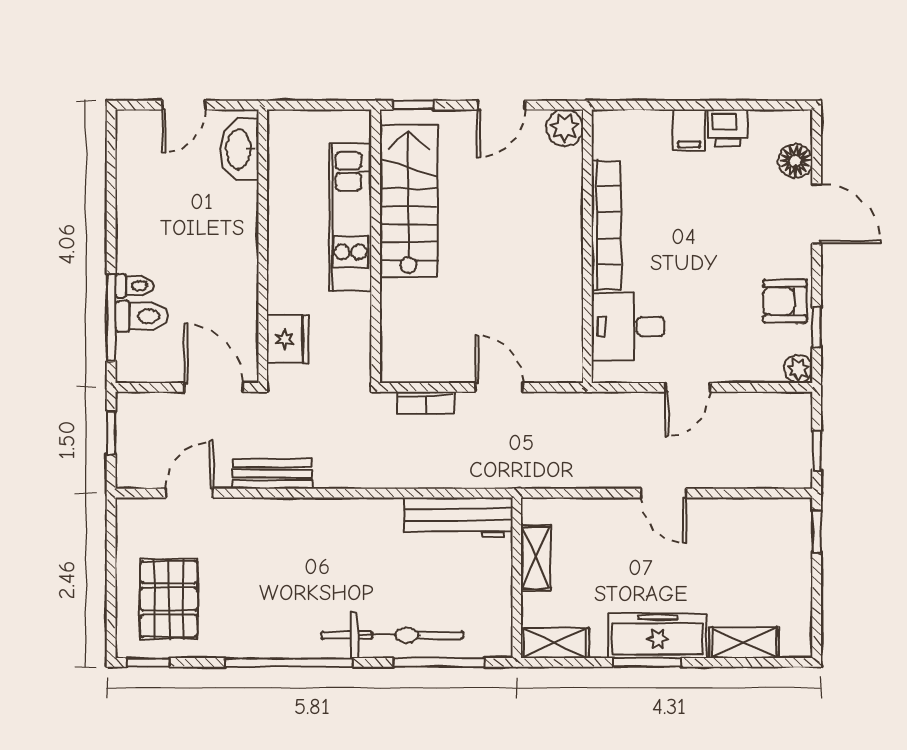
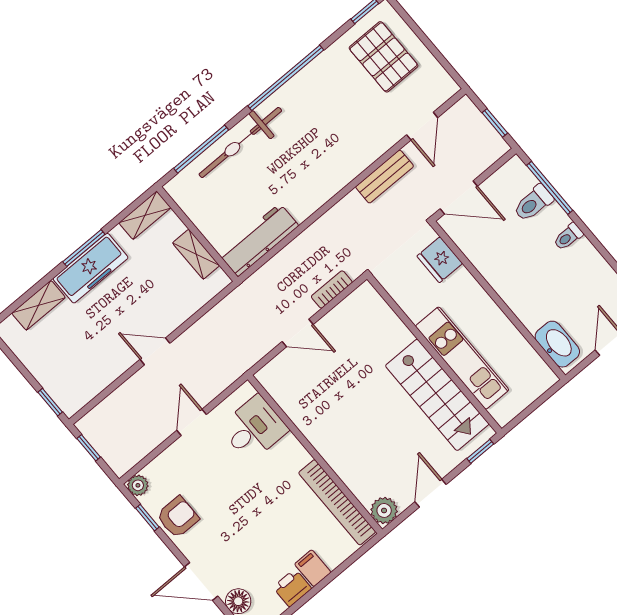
bookcase: (606, 225) -> (337, 502), moved
toilet: (134, 286) -> (568, 237), moved

